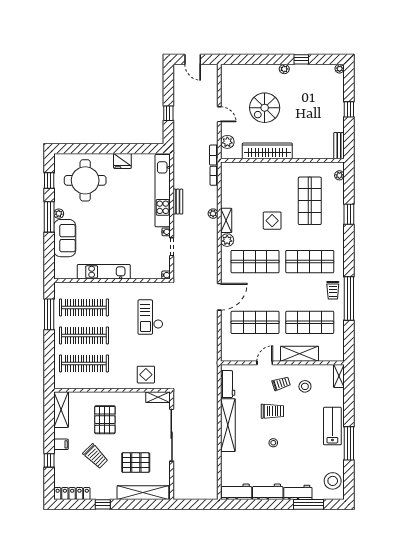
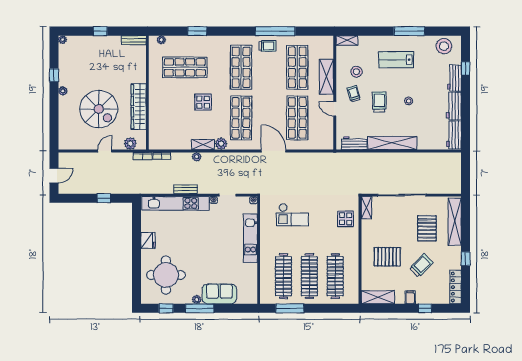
spiral stairs: (265, 108) -> (99, 109), width x1.37, depth x1.37
kitchen unit: (104, 272) -> (250, 238), moved
lab bench: (332, 426) -> (396, 60), moved
window: (308, 504) -> (466, 68), width x0.46

